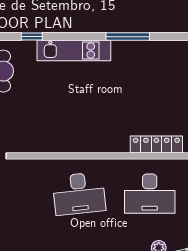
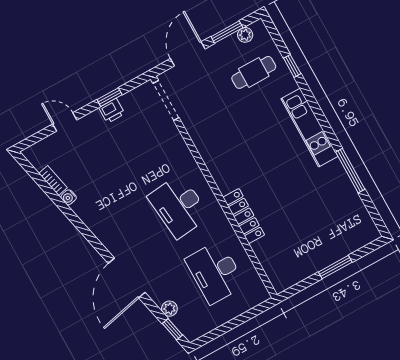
window: (32, 37) -> (292, 66), moved
locker: (156, 145) -> (244, 216), moved

